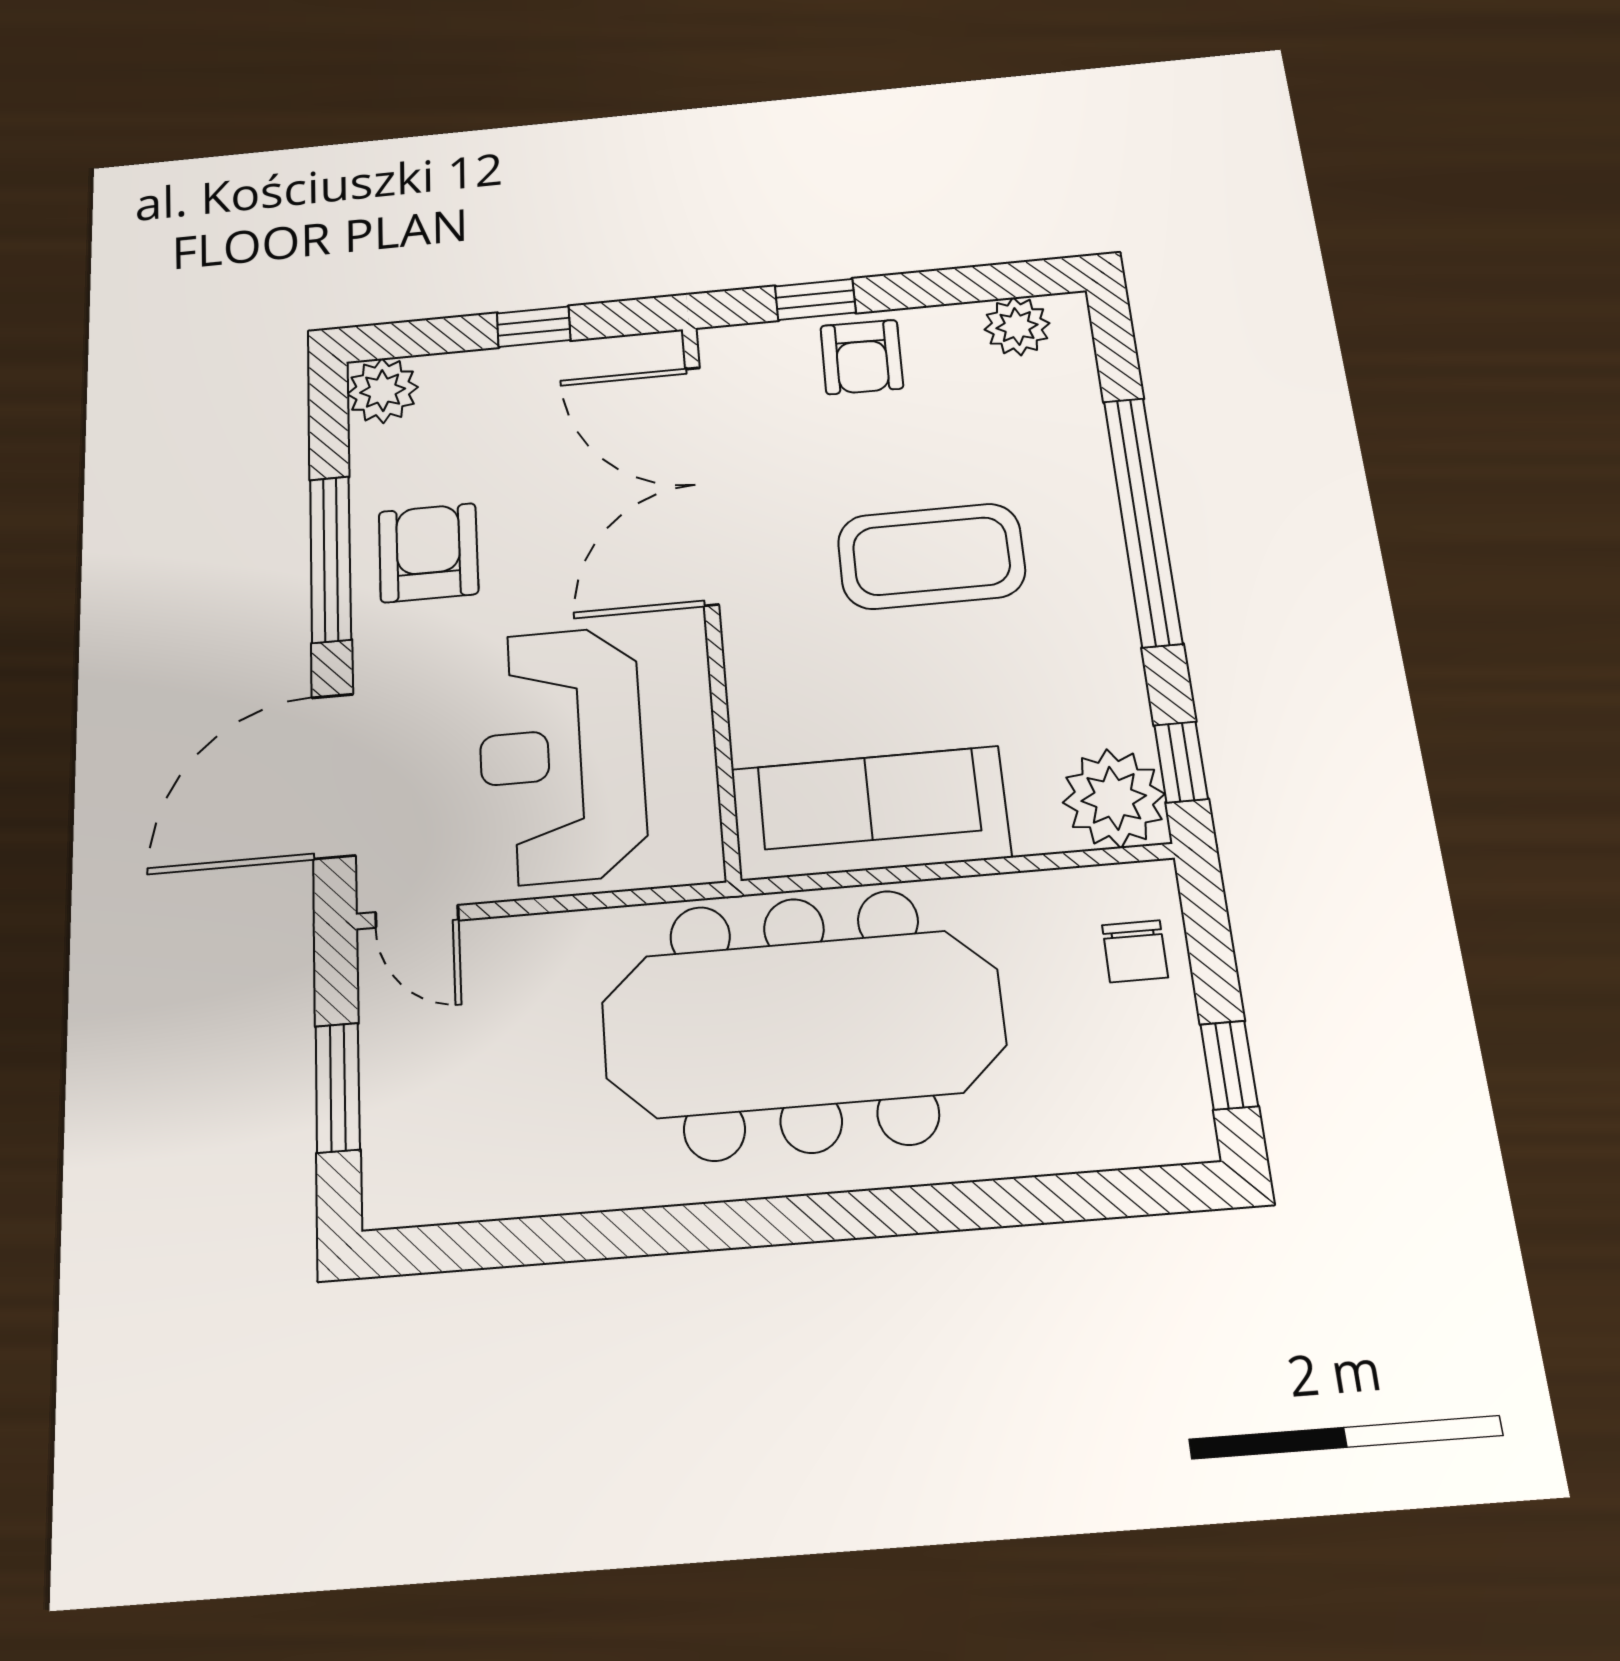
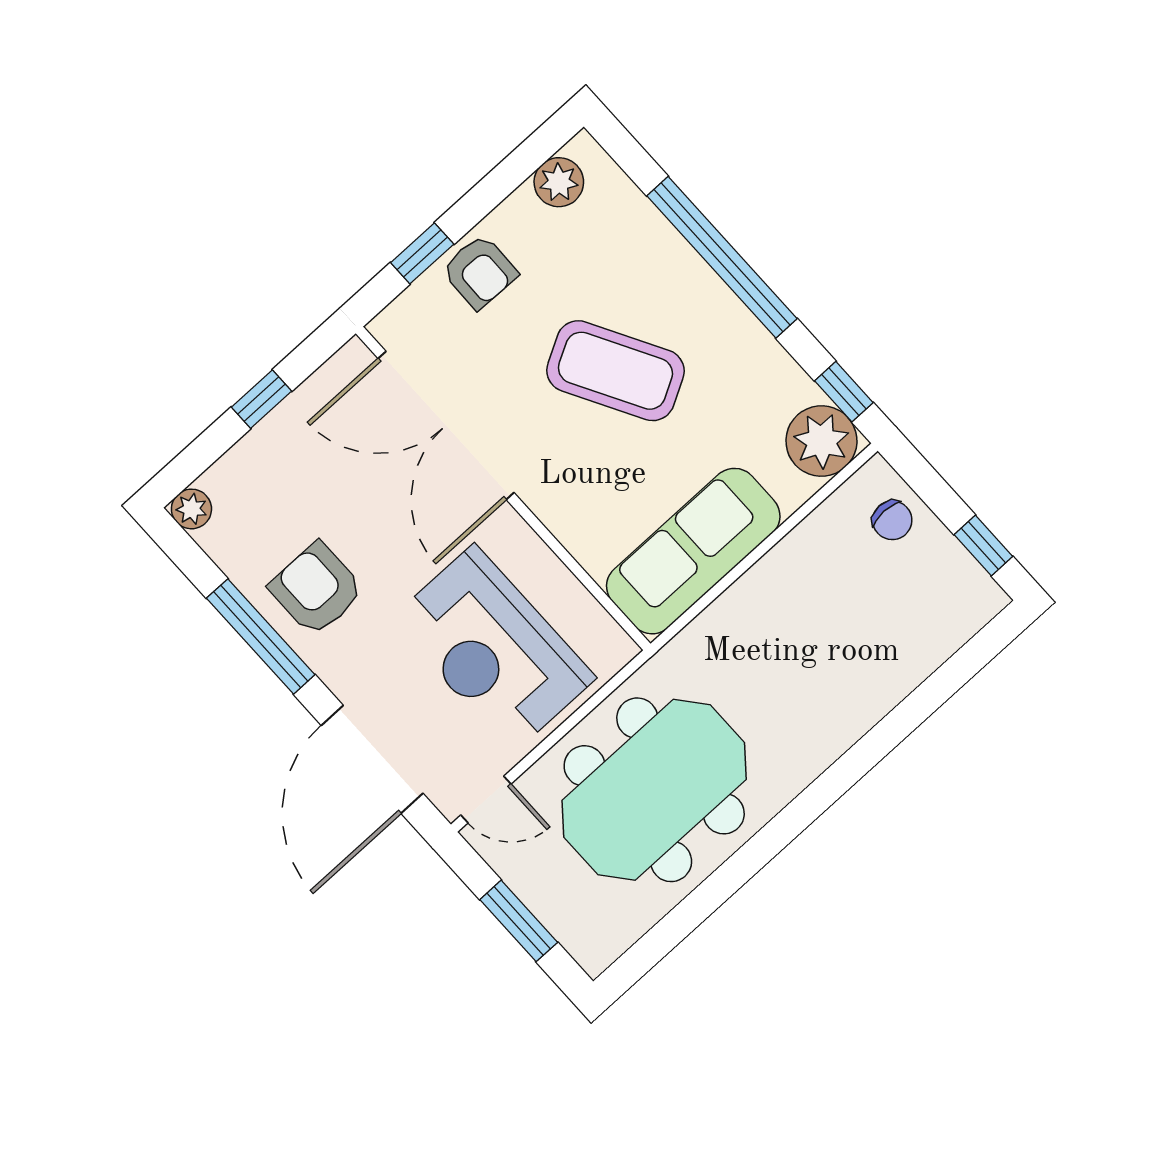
plant: (383, 391) -> (191, 509), width x0.73, depth x0.73
coffee table: (931, 556) -> (615, 371), turned 61
meeting table: (802, 1024) -> (654, 790), moved, width x0.73

